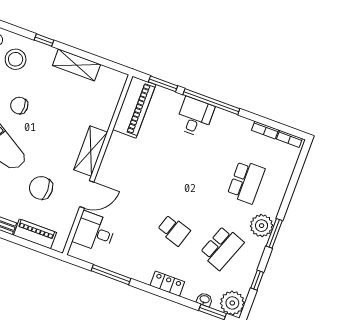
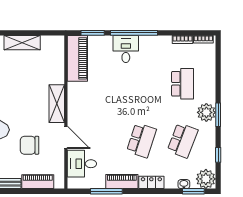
door: (87, 194) -> (66, 137), hinge flipped
school desk: (174, 230) -> (141, 140), width x1.85
piano: (133, 270) -> (122, 182), added

